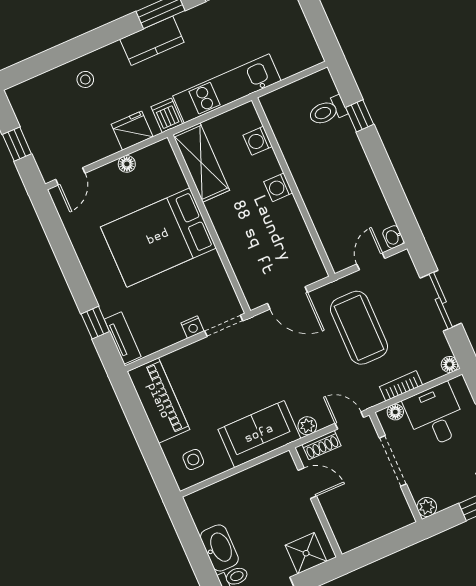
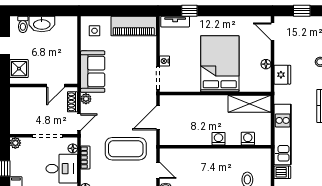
dishwasher: (167, 115) -> (282, 172), moved

